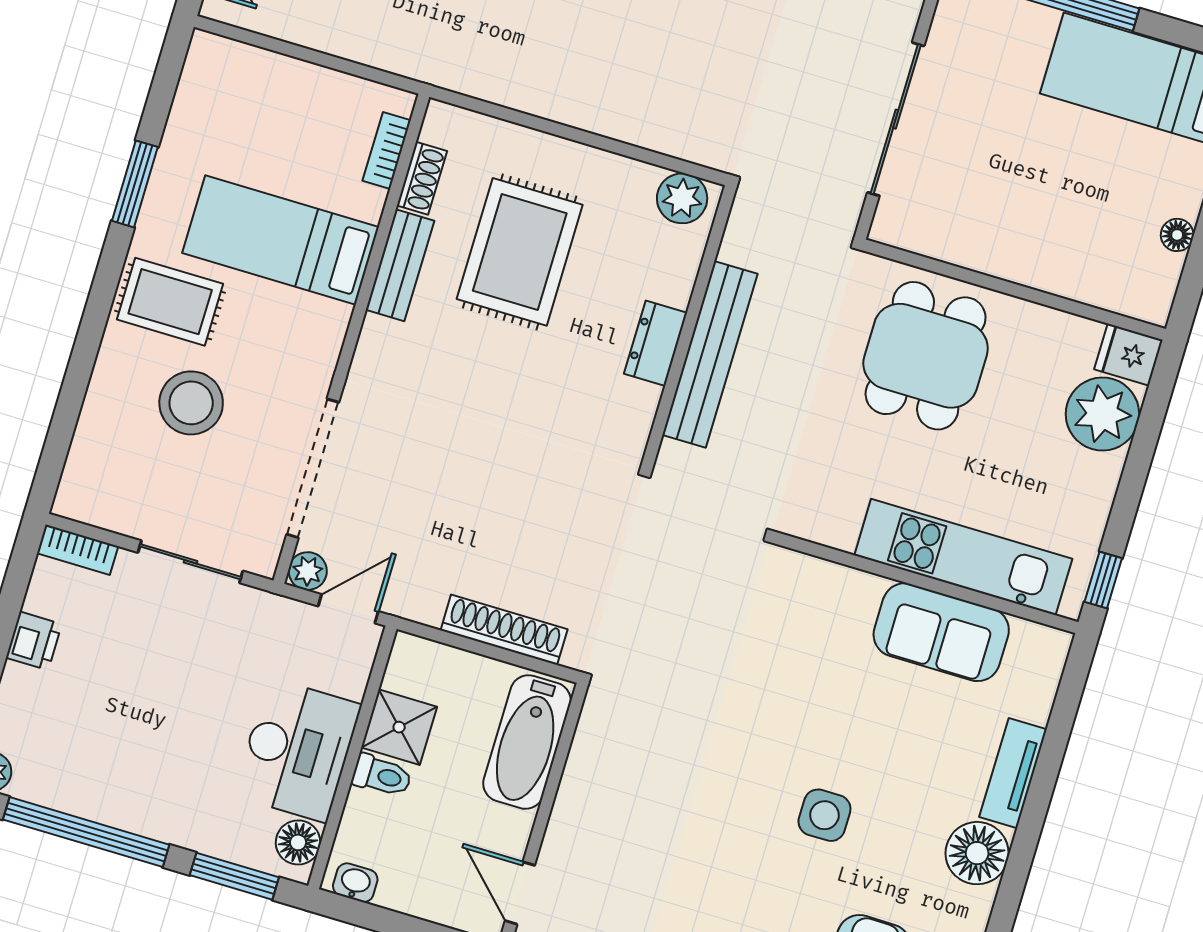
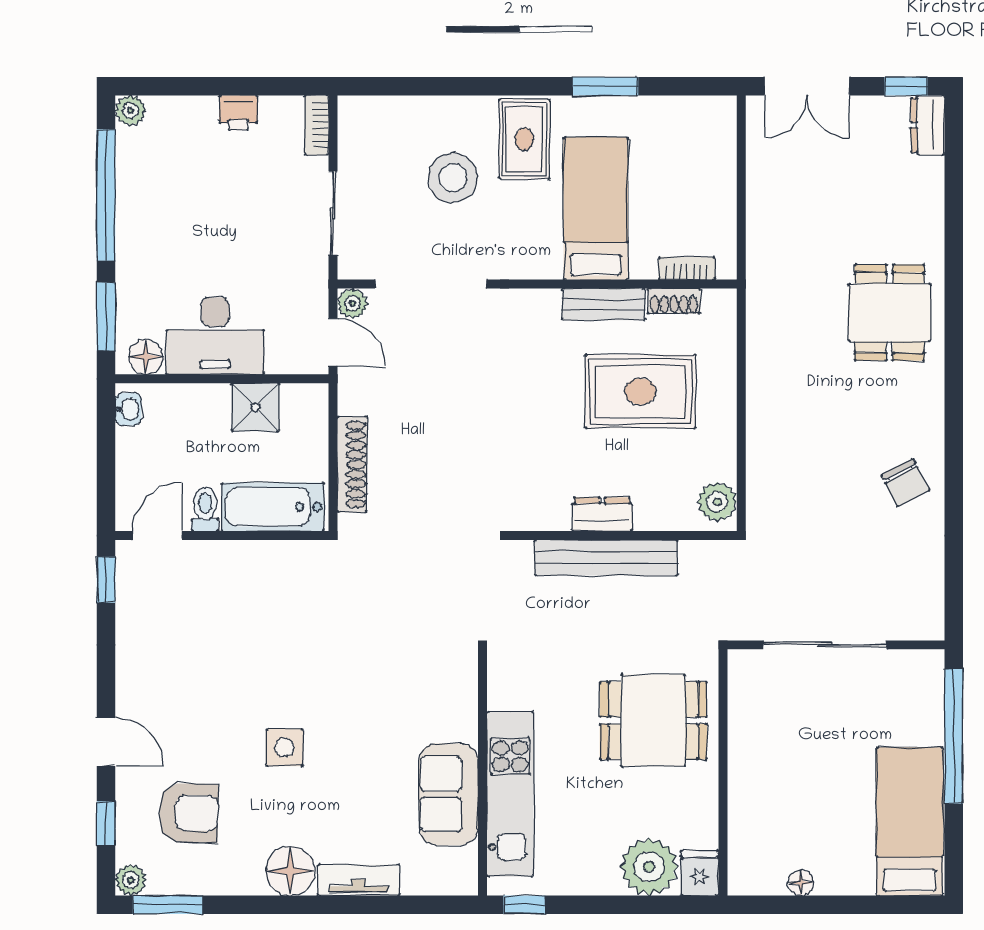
toilet: (382, 776) -> (205, 509), moved, turned 180

